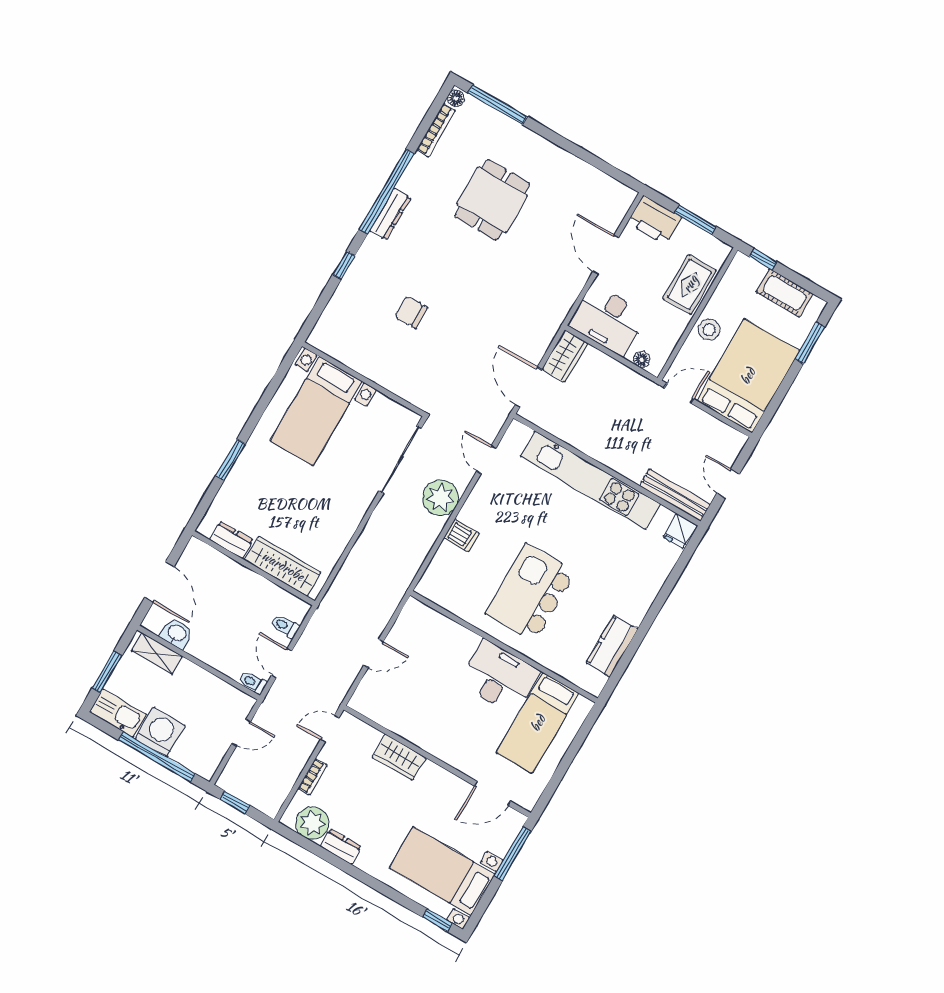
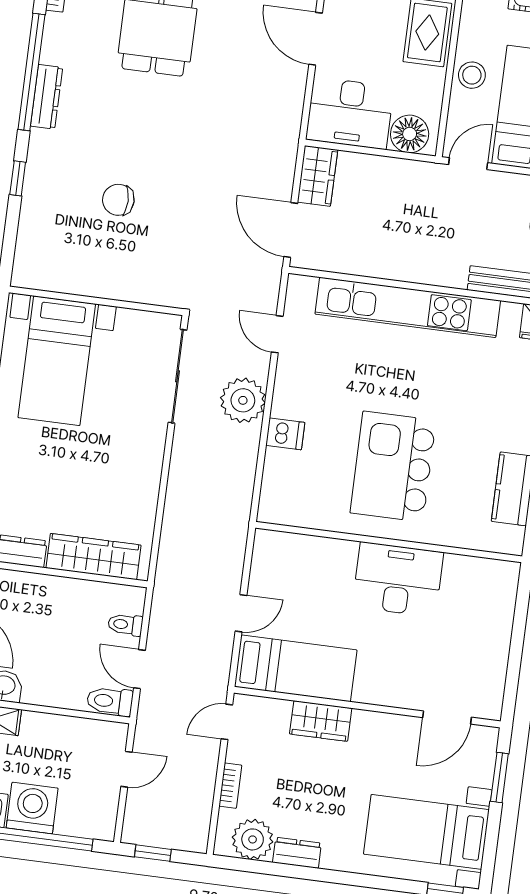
floor lamp: (642, 360) -> (410, 134), width x1.89, depth x1.89
toilet: (253, 683) -> (110, 701), width x1.37, depth x1.39
bed: (538, 723) -> (296, 668), moved, turned -90
window: (513, 854) -> (499, 777), width x0.69

